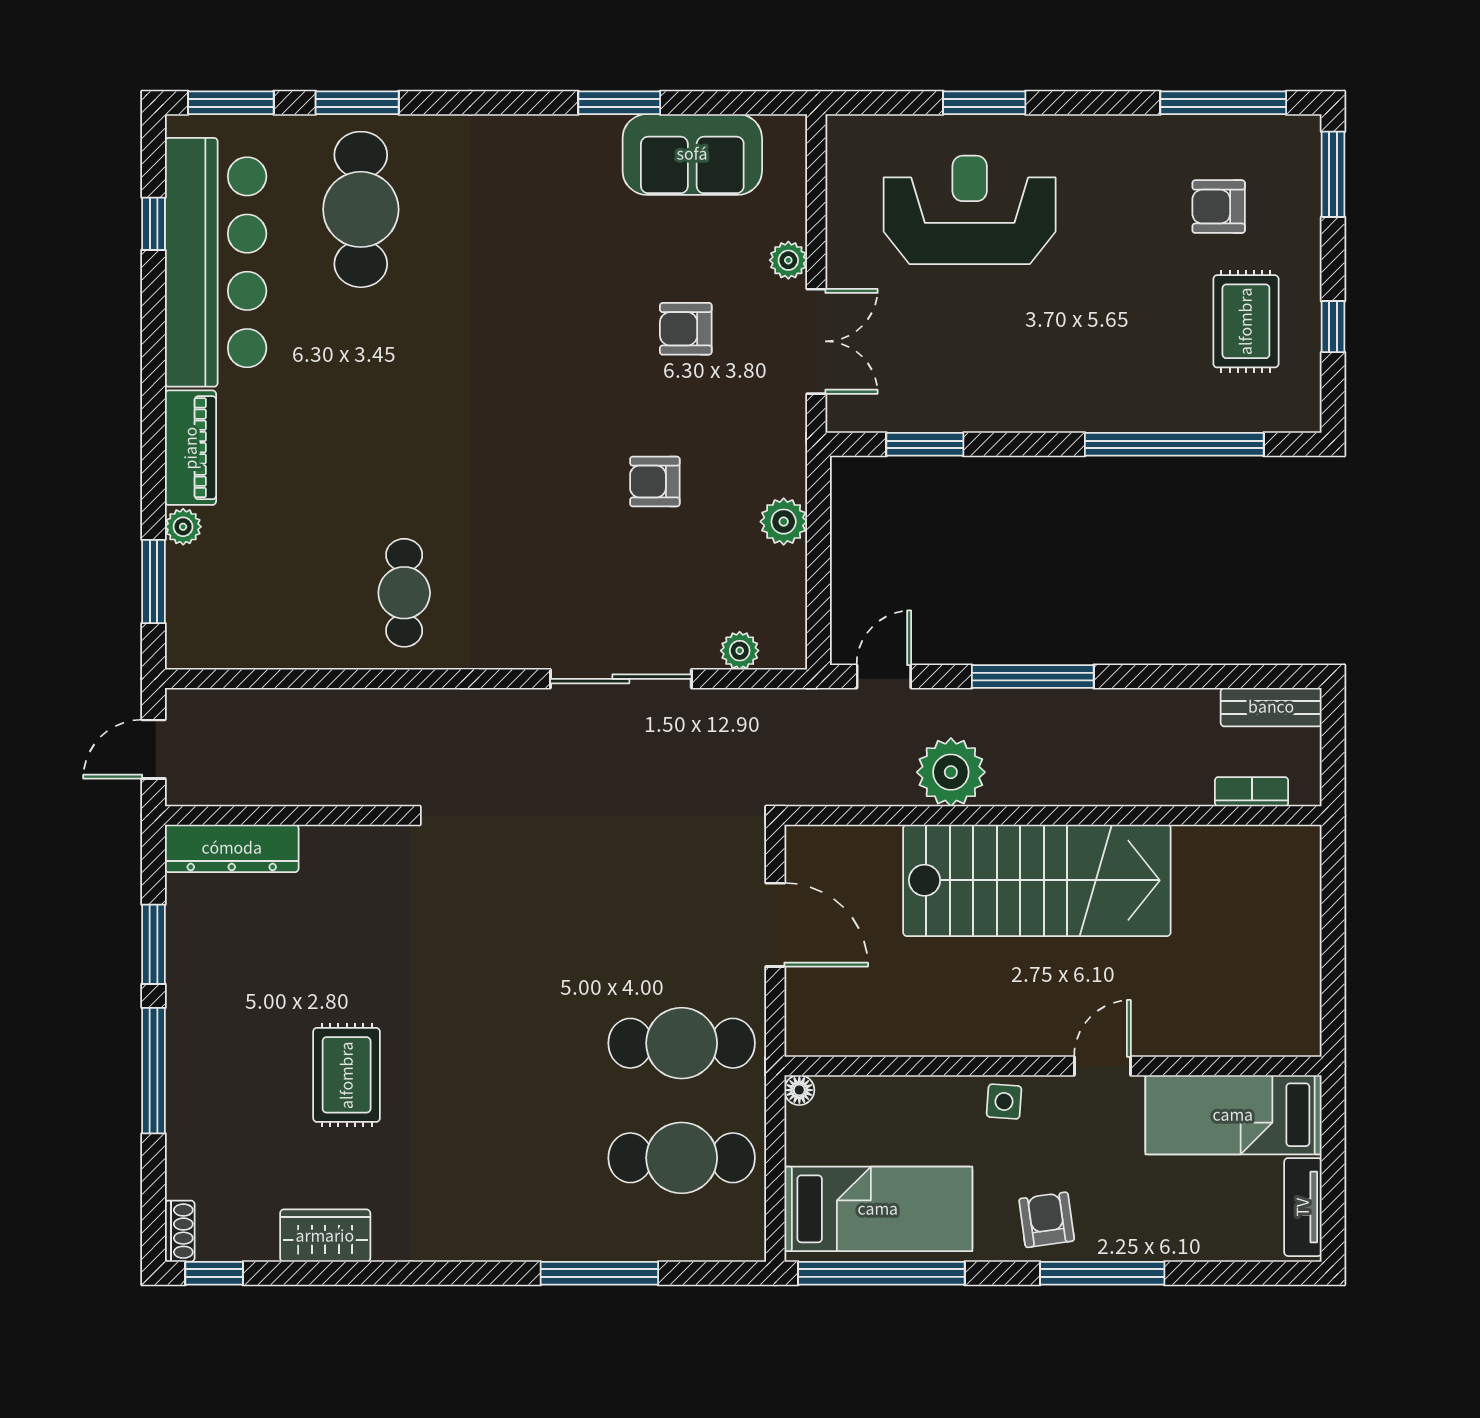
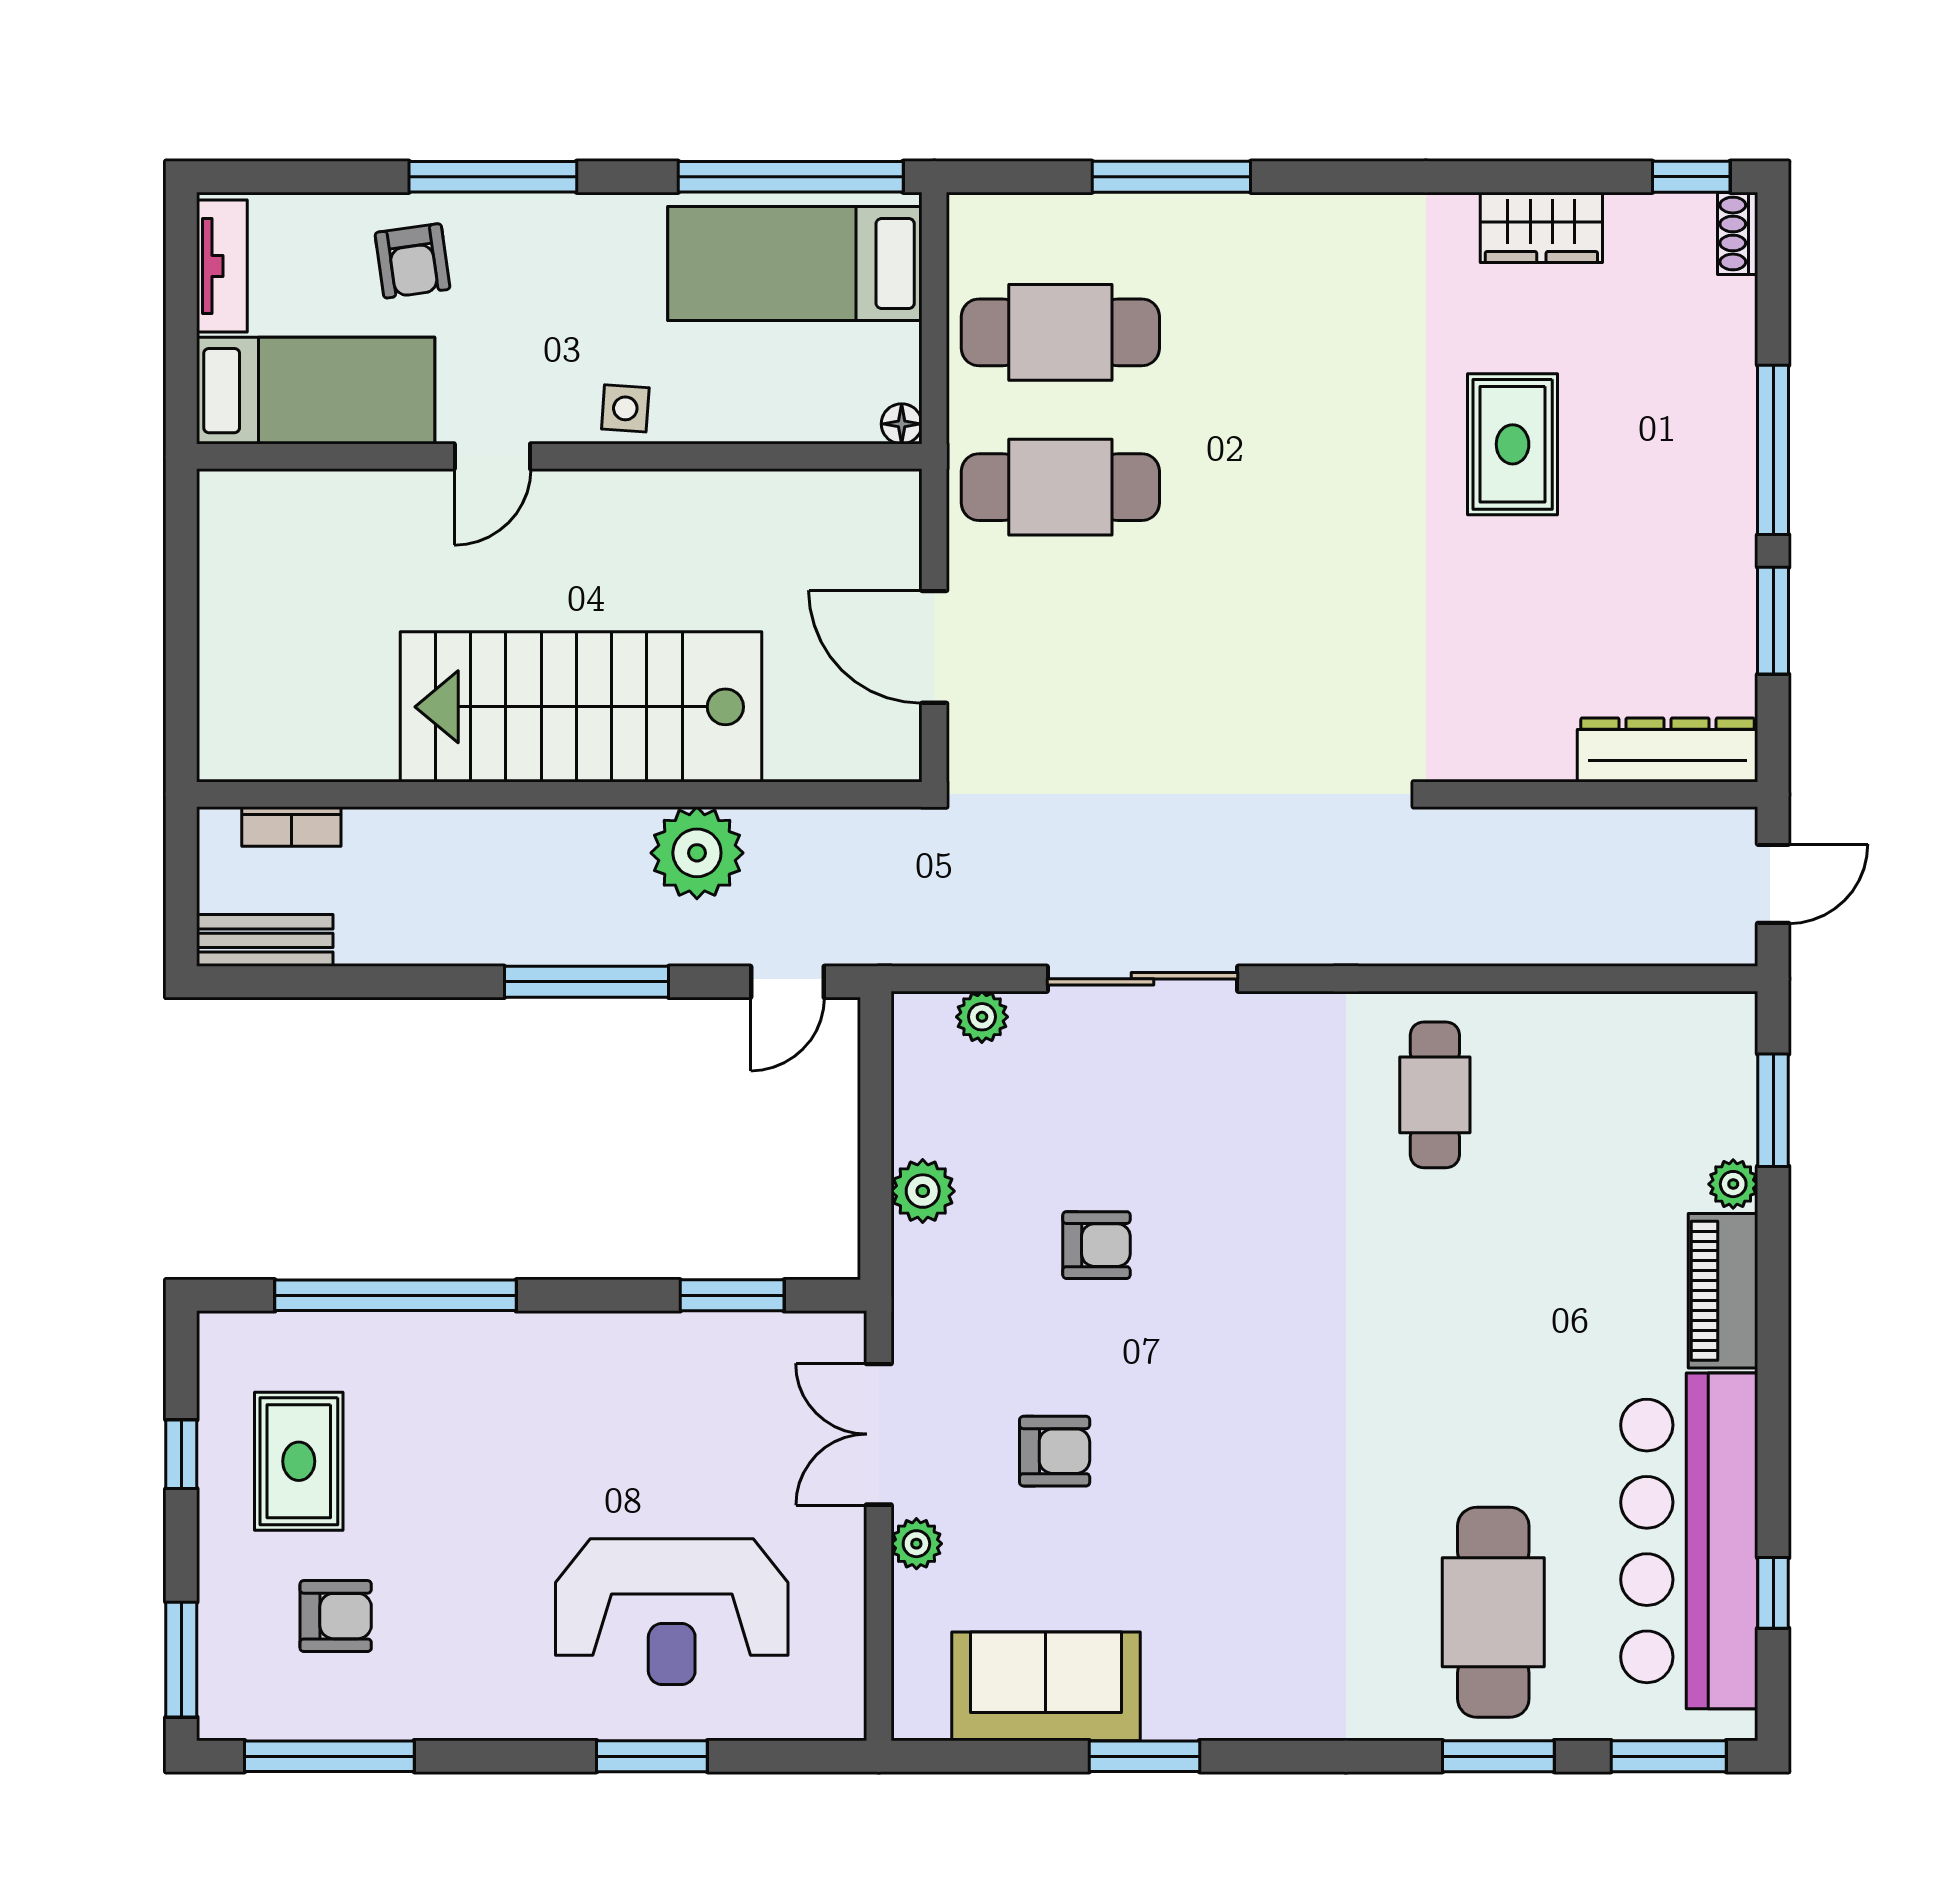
armchair: (1047, 1220) -> (413, 261), moved

